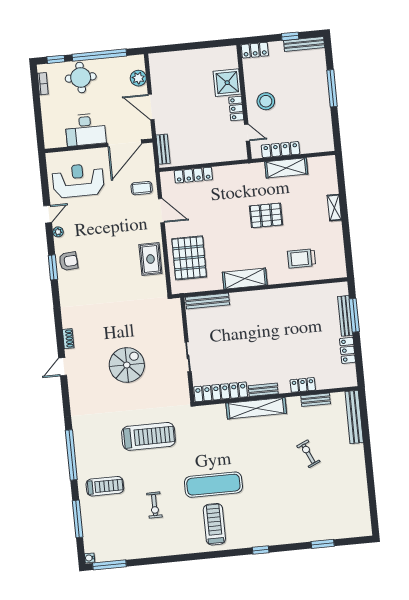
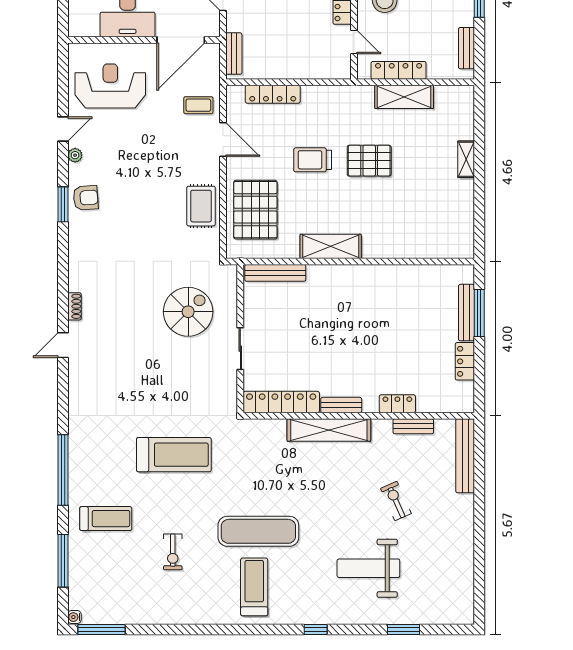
bench: (327, 129) -> (466, 48), added
trolley: (301, 258) -> (313, 160), moved
spiral stairs: (127, 365) -> (188, 312), moved
weight bench: (294, 503) -> (368, 568), added

